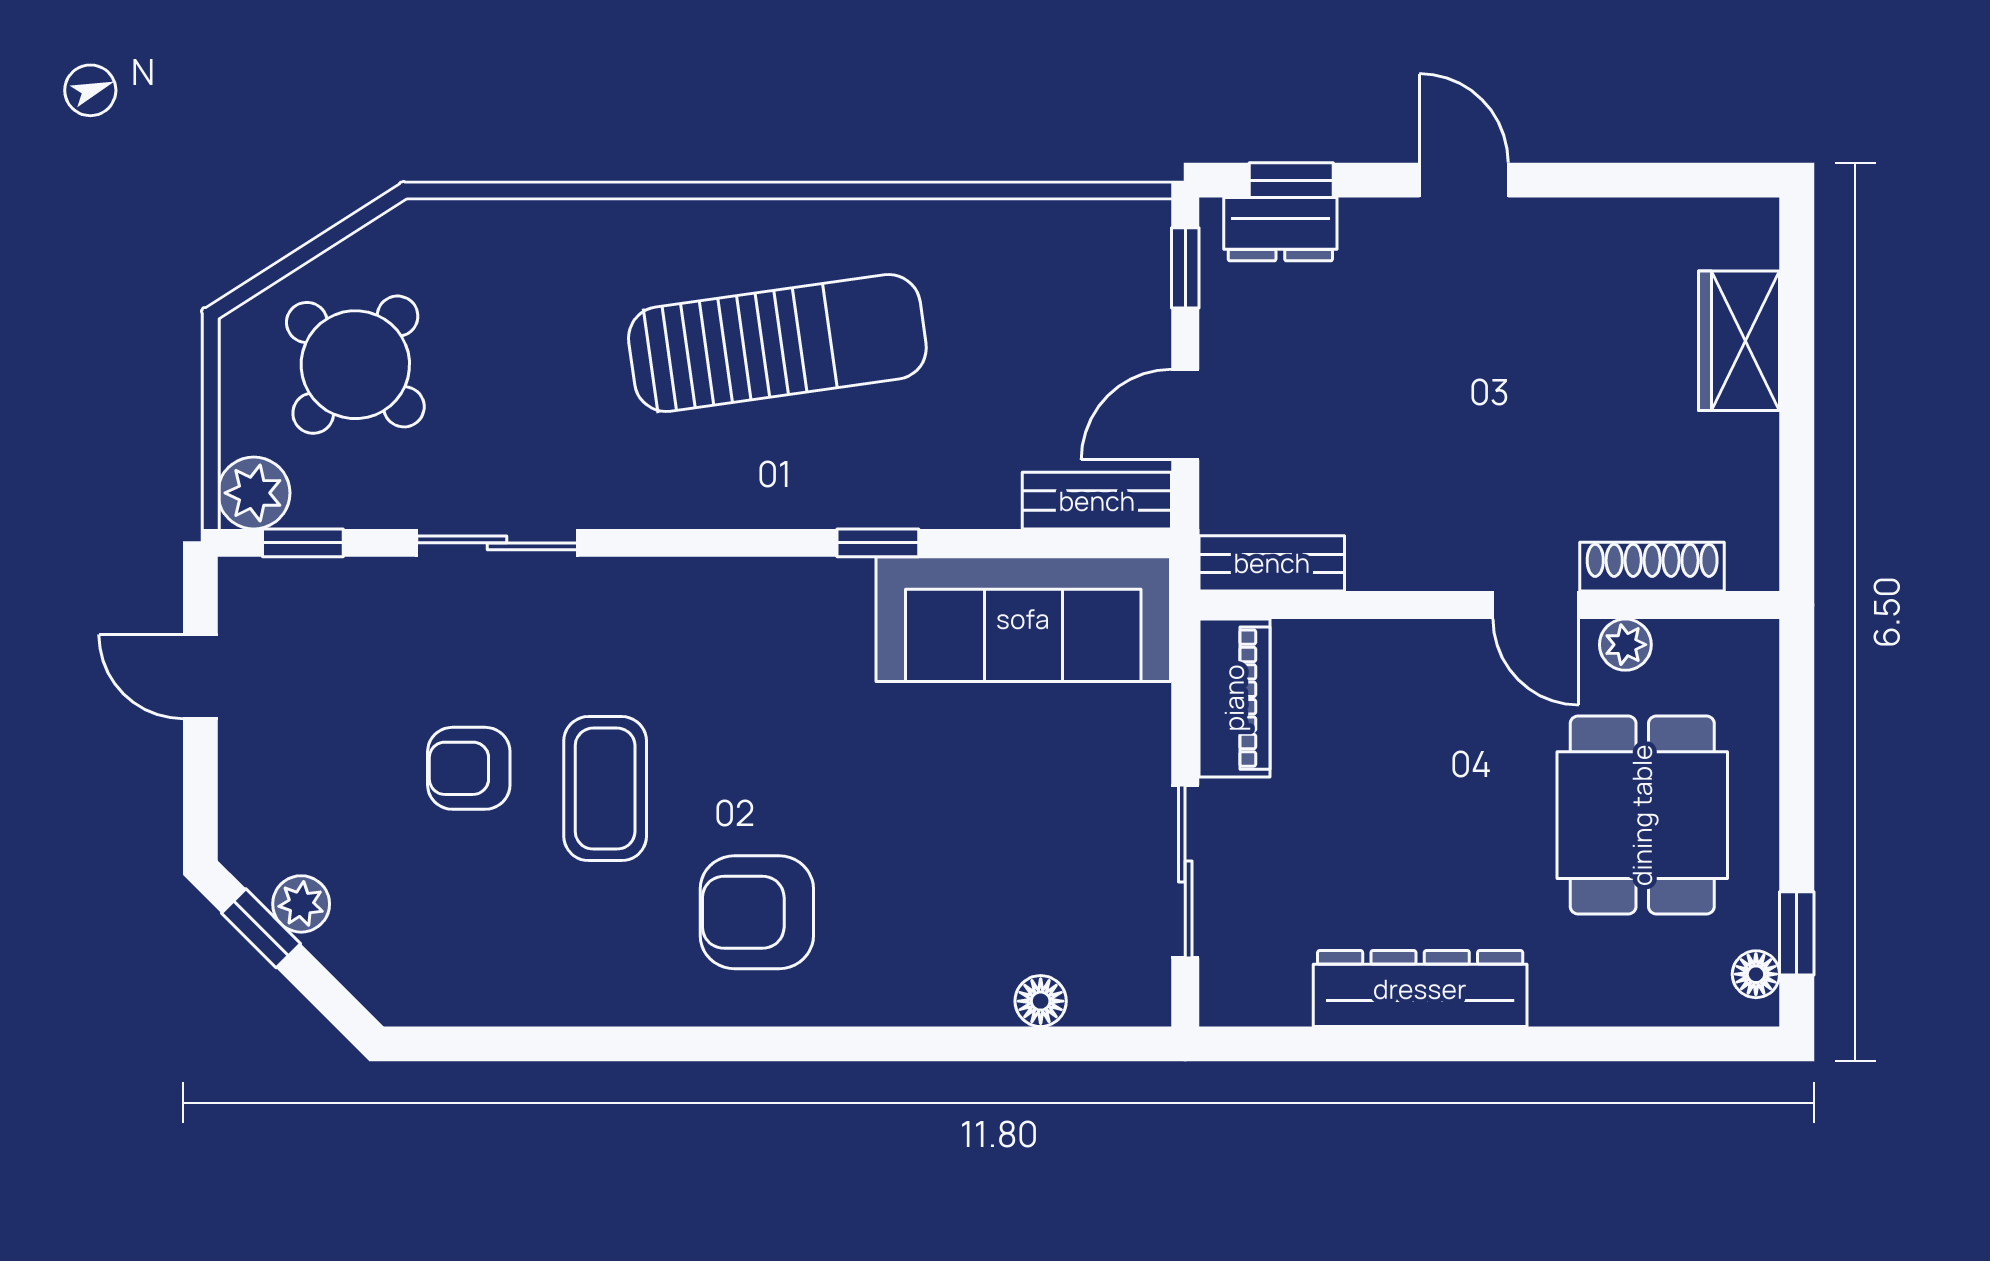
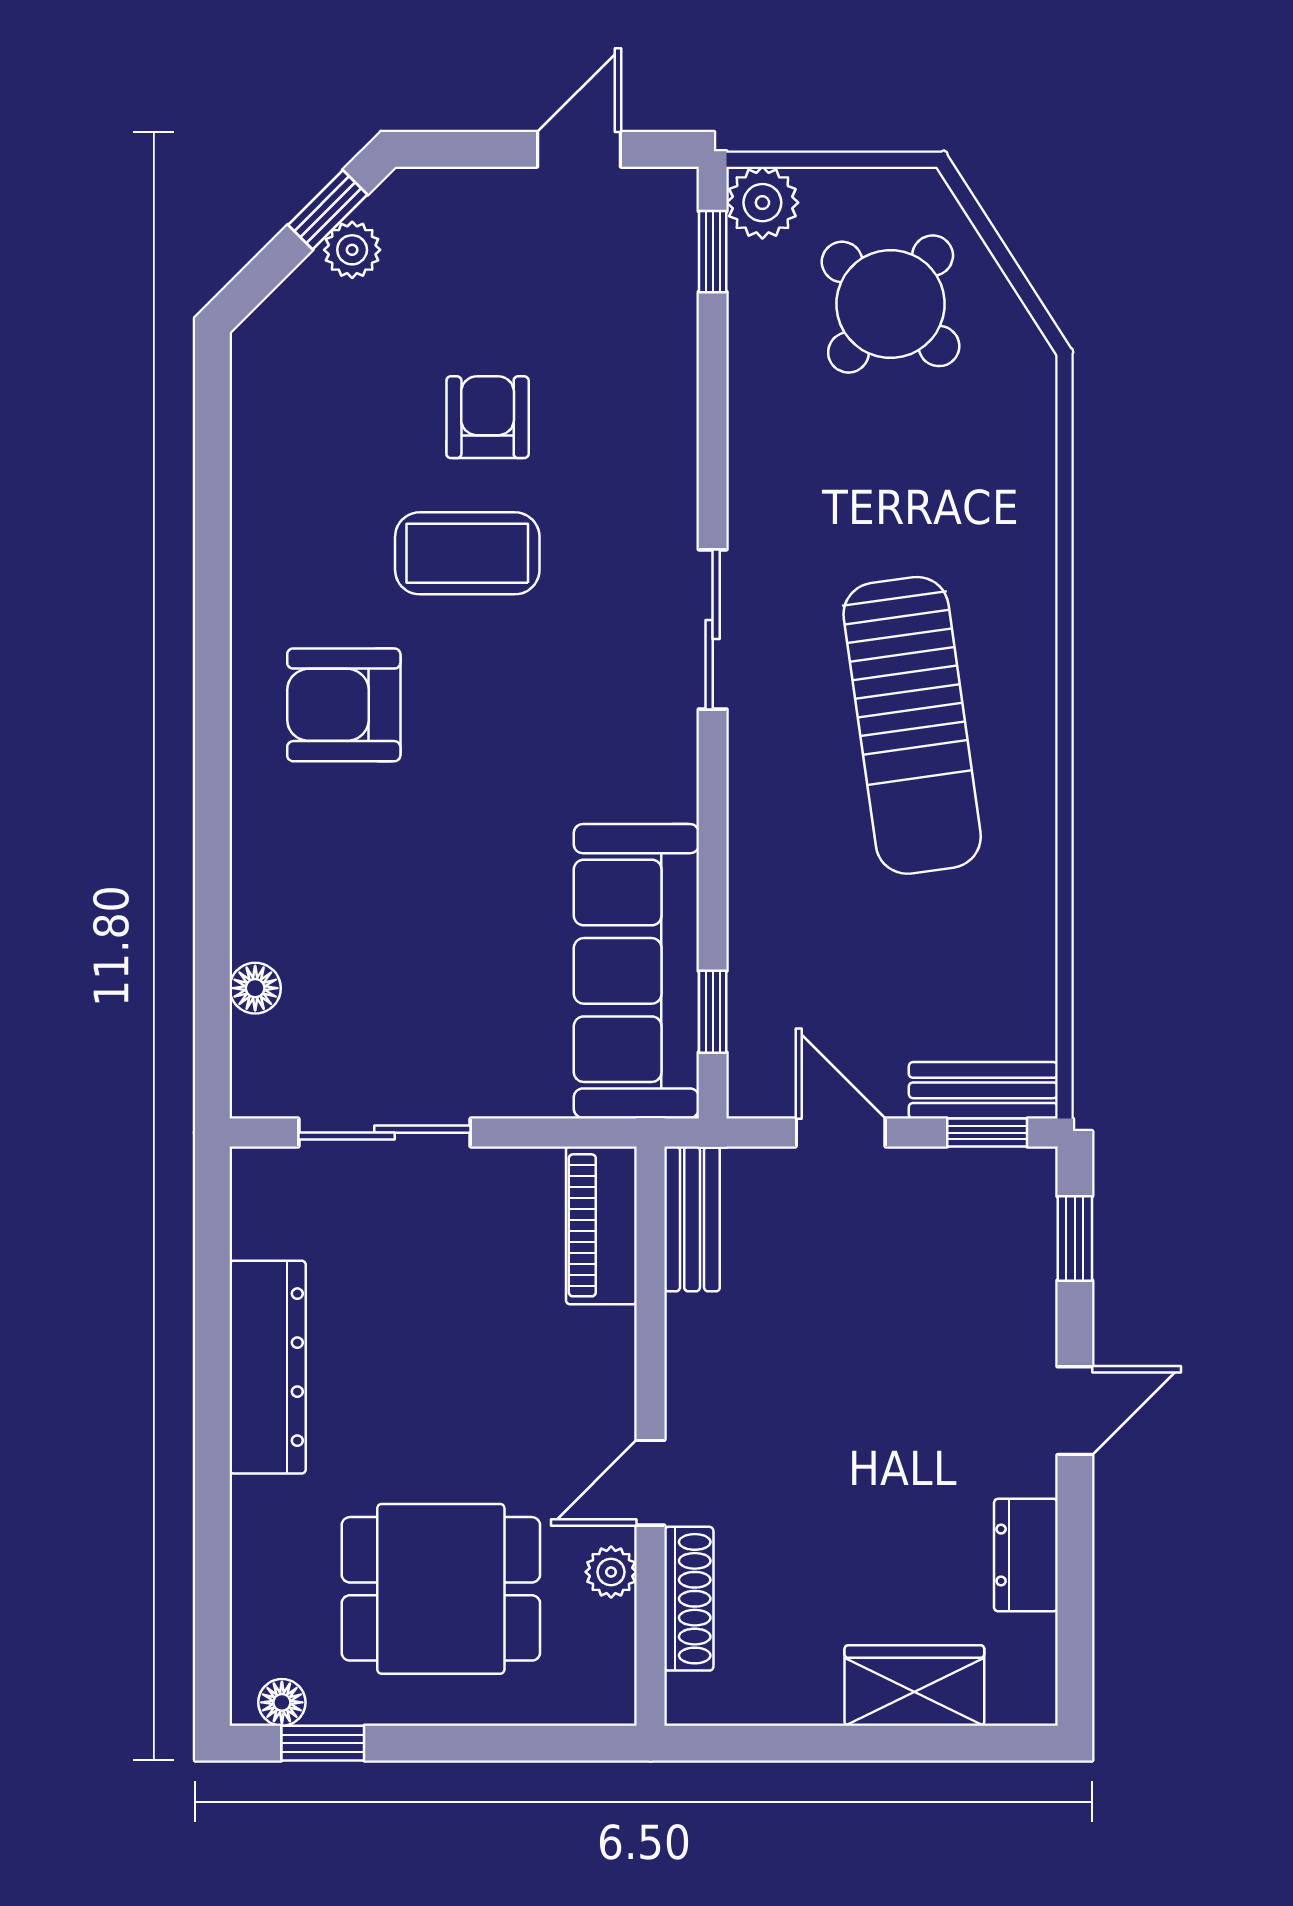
dresser: (1280, 229) -> (1026, 1555), moved
bench: (1097, 501) -> (983, 1090), moved, turned 90
sliding door: (497, 543) -> (713, 629), moved
window: (878, 543) -> (713, 1012), moved
piano: (1234, 698) -> (601, 1225), moved, turned 90
armchair: (757, 912) -> (344, 705), turned -90

